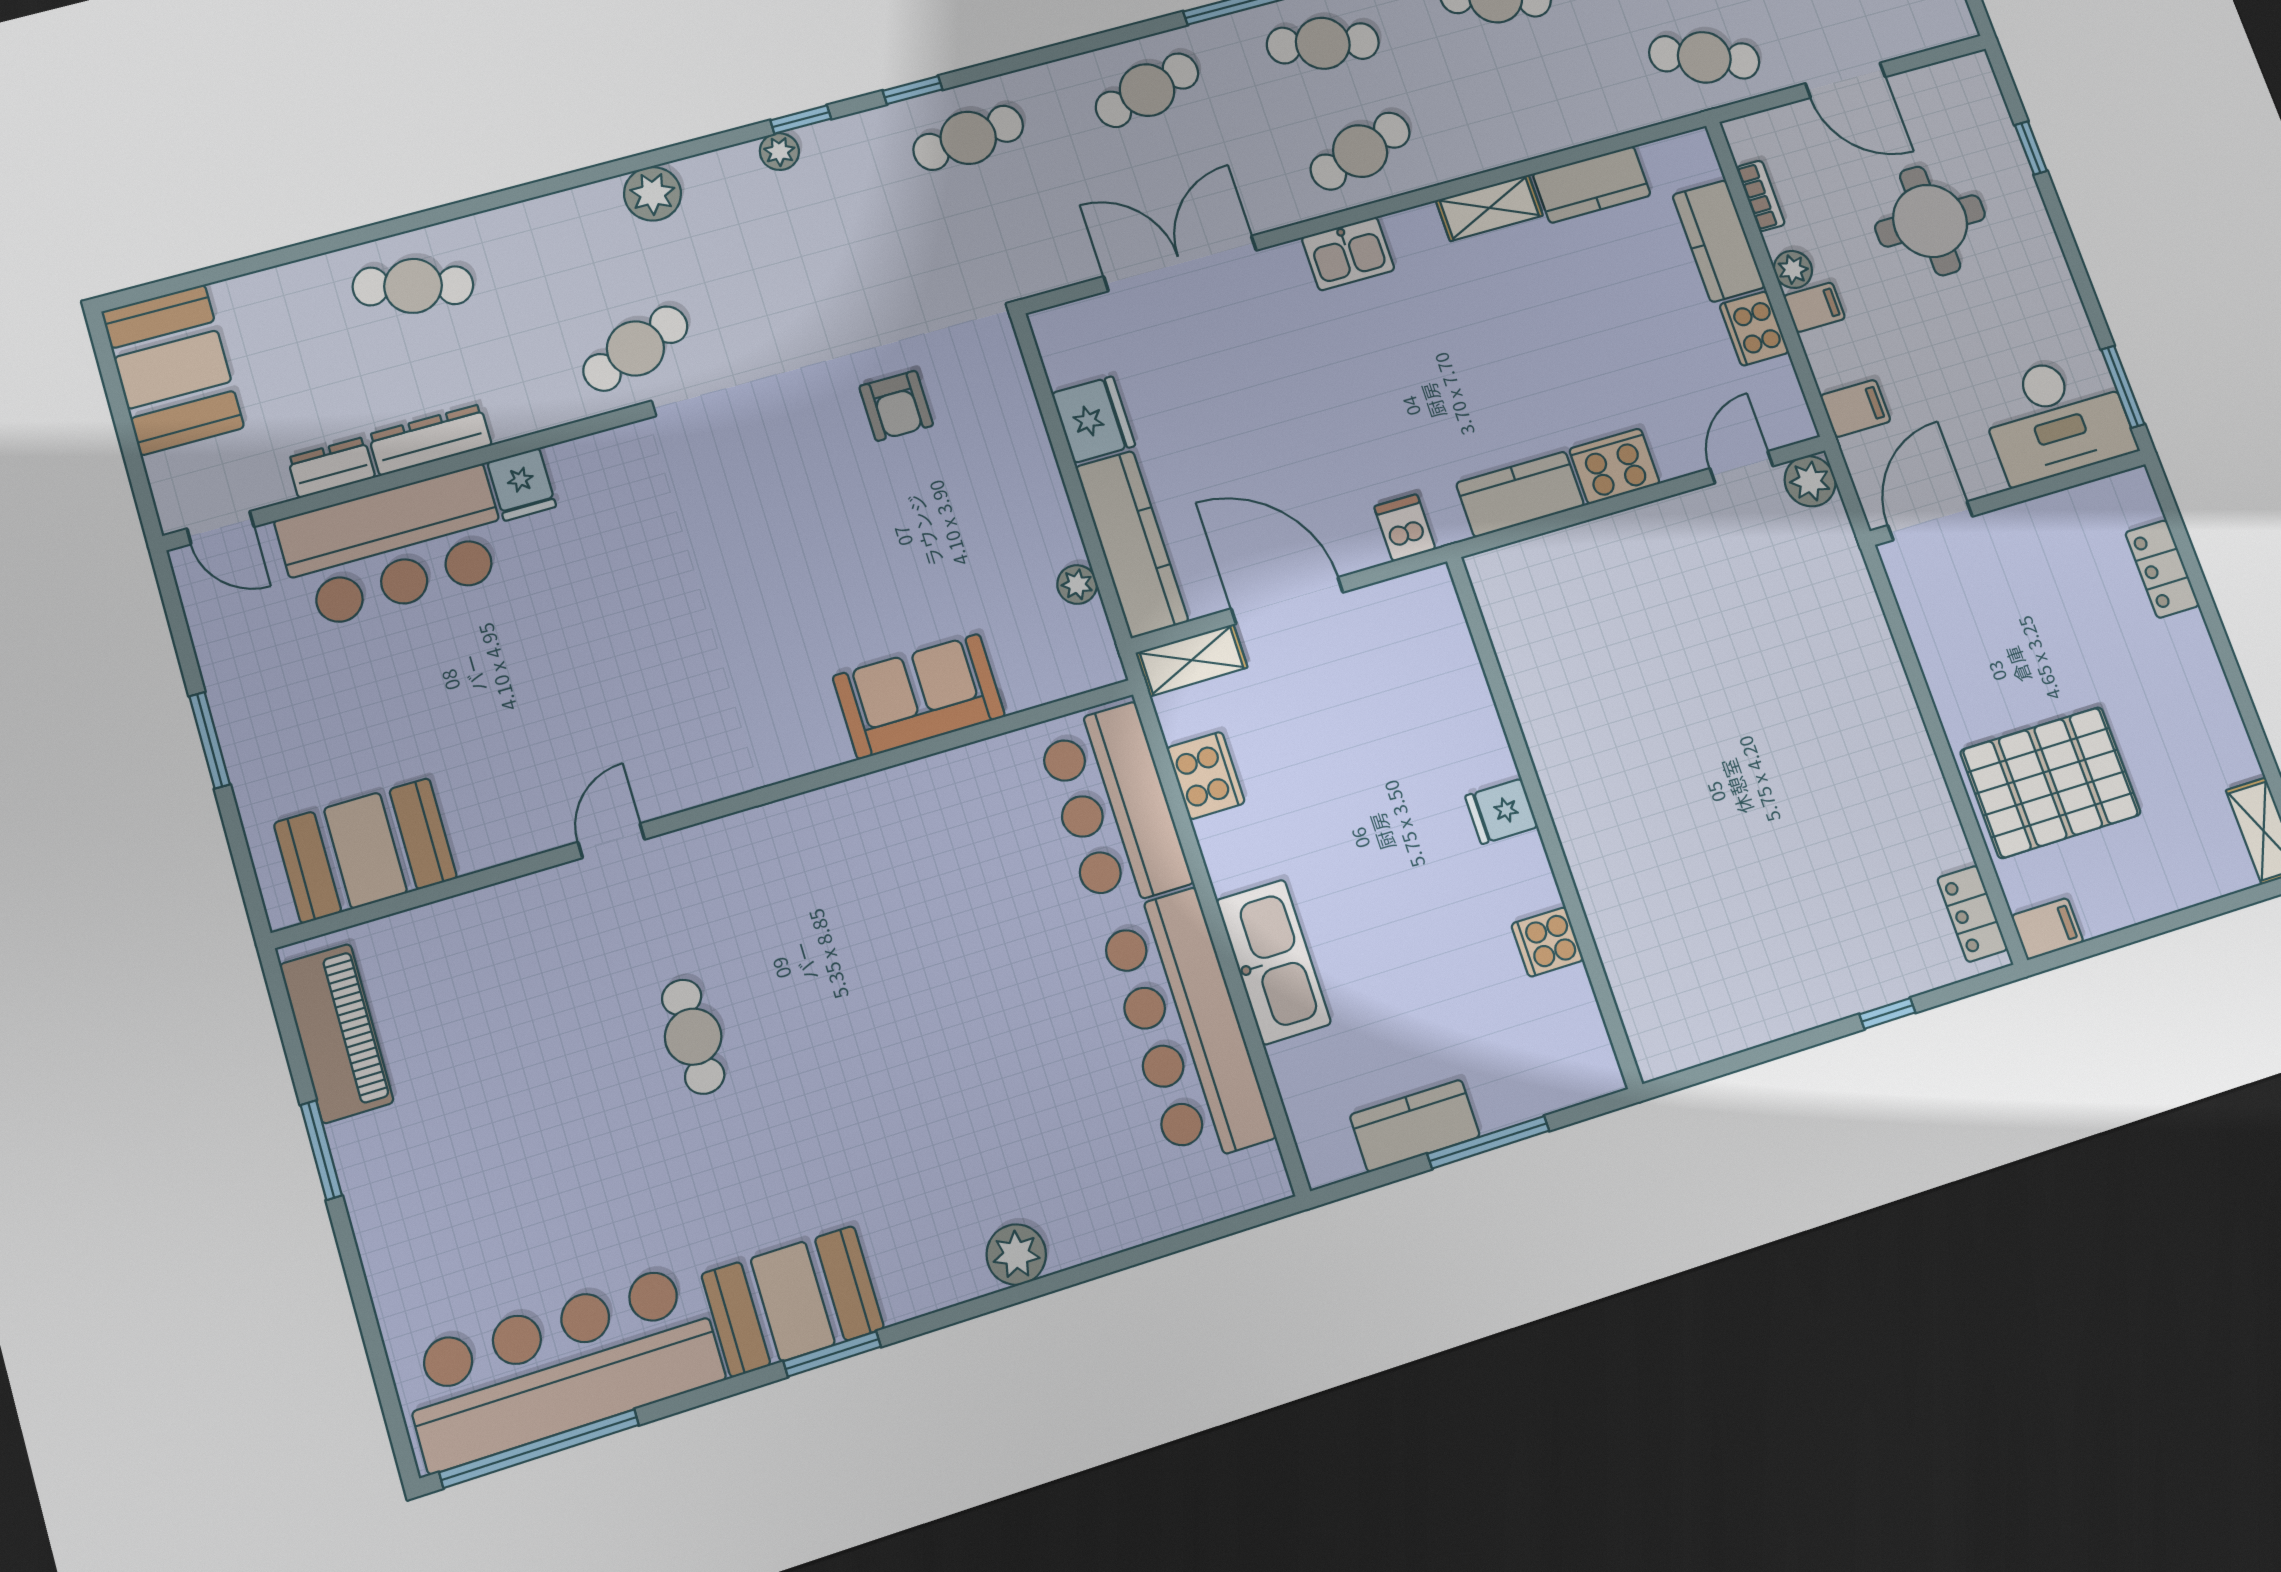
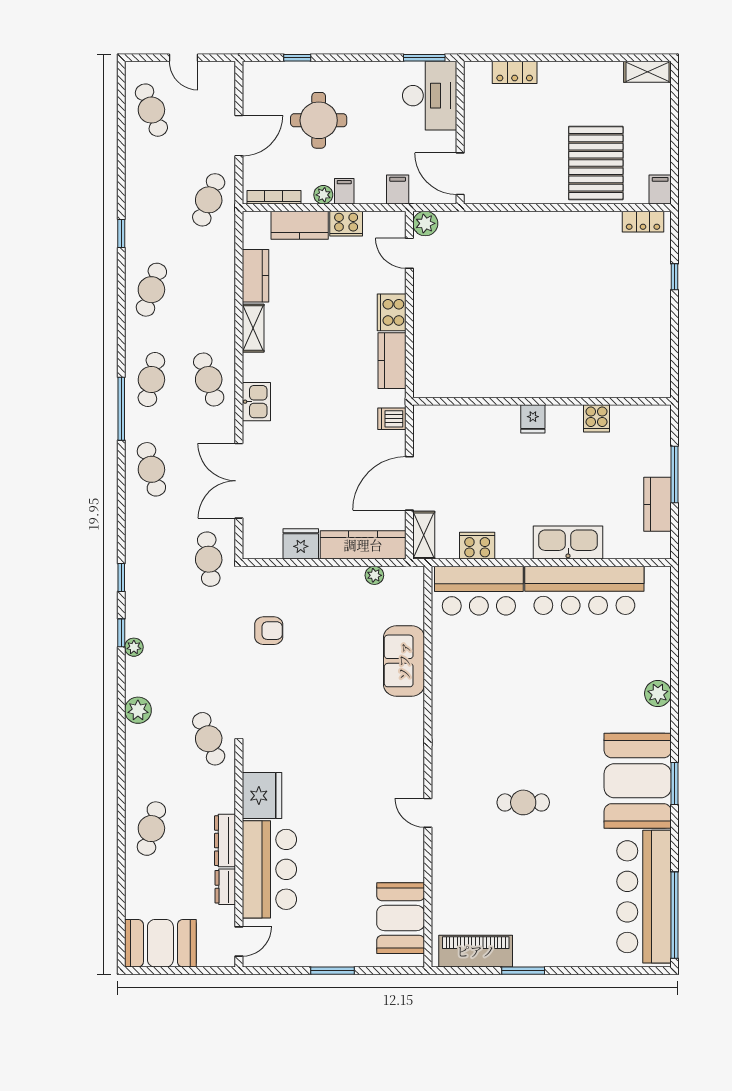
cafe table: (968, 138) -> (209, 559), moved
bookcase: (1761, 196) -> (274, 197), width x1.56
fridge: (522, 484) -> (262, 796), width x1.88, depth x1.34
booth: (793, 1301) -> (638, 781), width x1.36, depth x1.42

